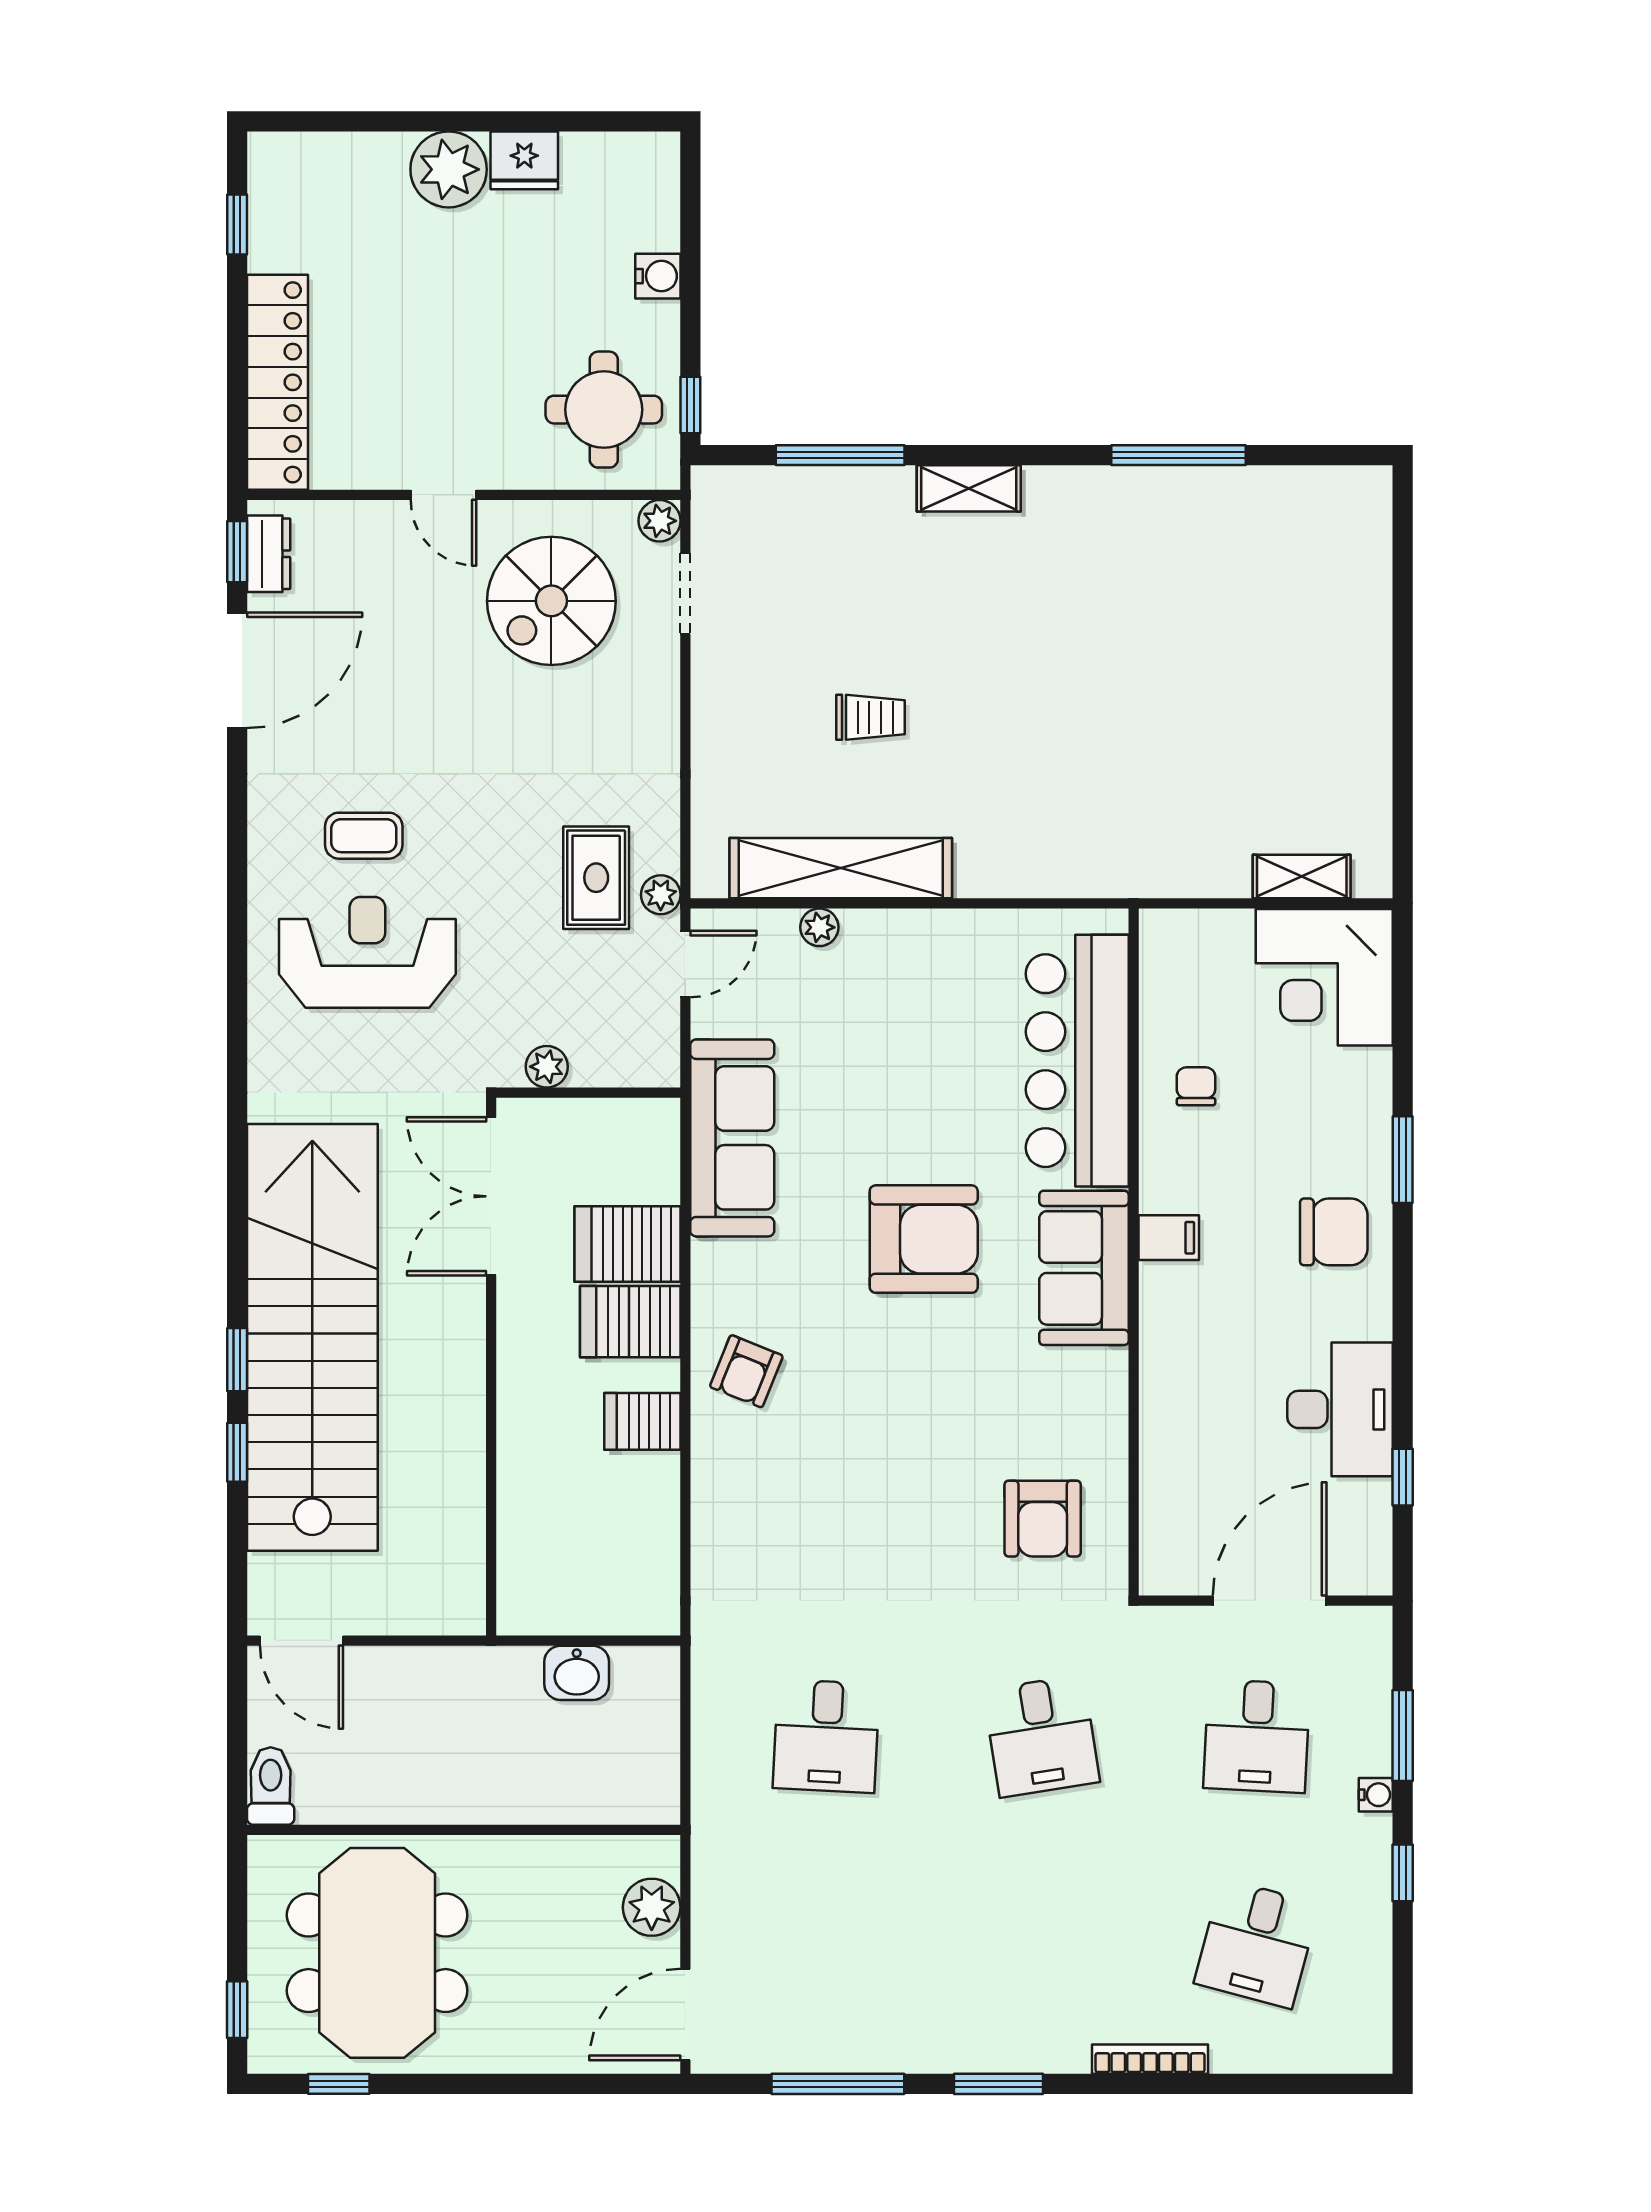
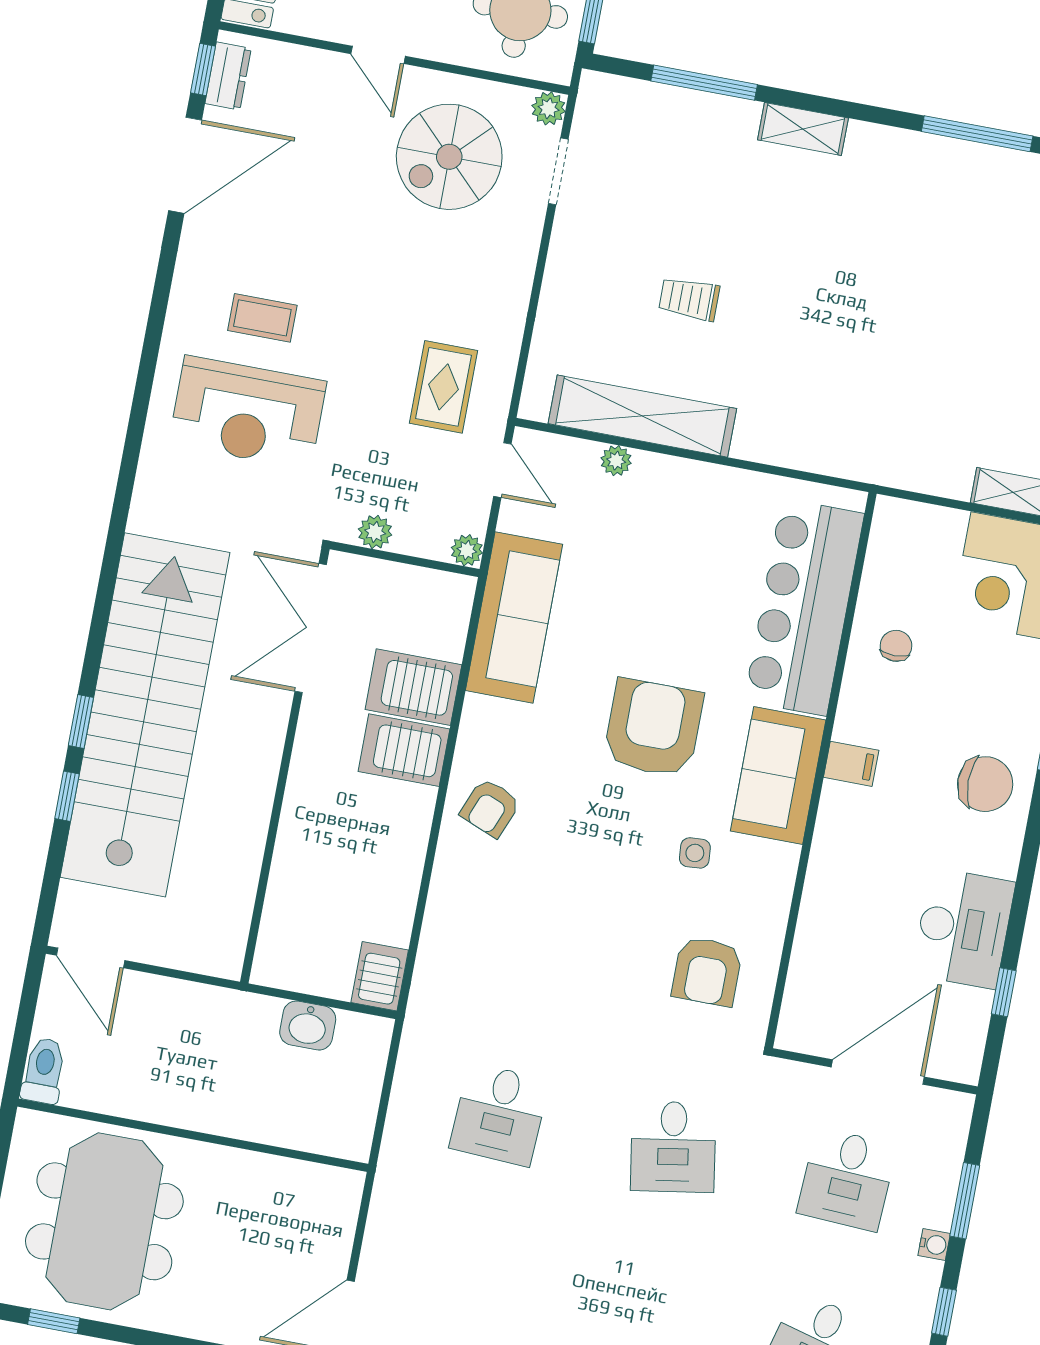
trolley: (871, 717) -> (689, 299), turned 180
plant: (661, 895) -> (467, 550), moved
reception desk: (367, 952) -> (248, 412), turned 180
door: (685, 964) -> (502, 470), hinge flipped
armchair: (924, 1239) -> (653, 728), turned -90
side table: (1002, 1379) -> (695, 853), added
server rack: (642, 1421) -> (380, 976), moved, turned 90
plant: (652, 1907) -> (333, 1226), removed

